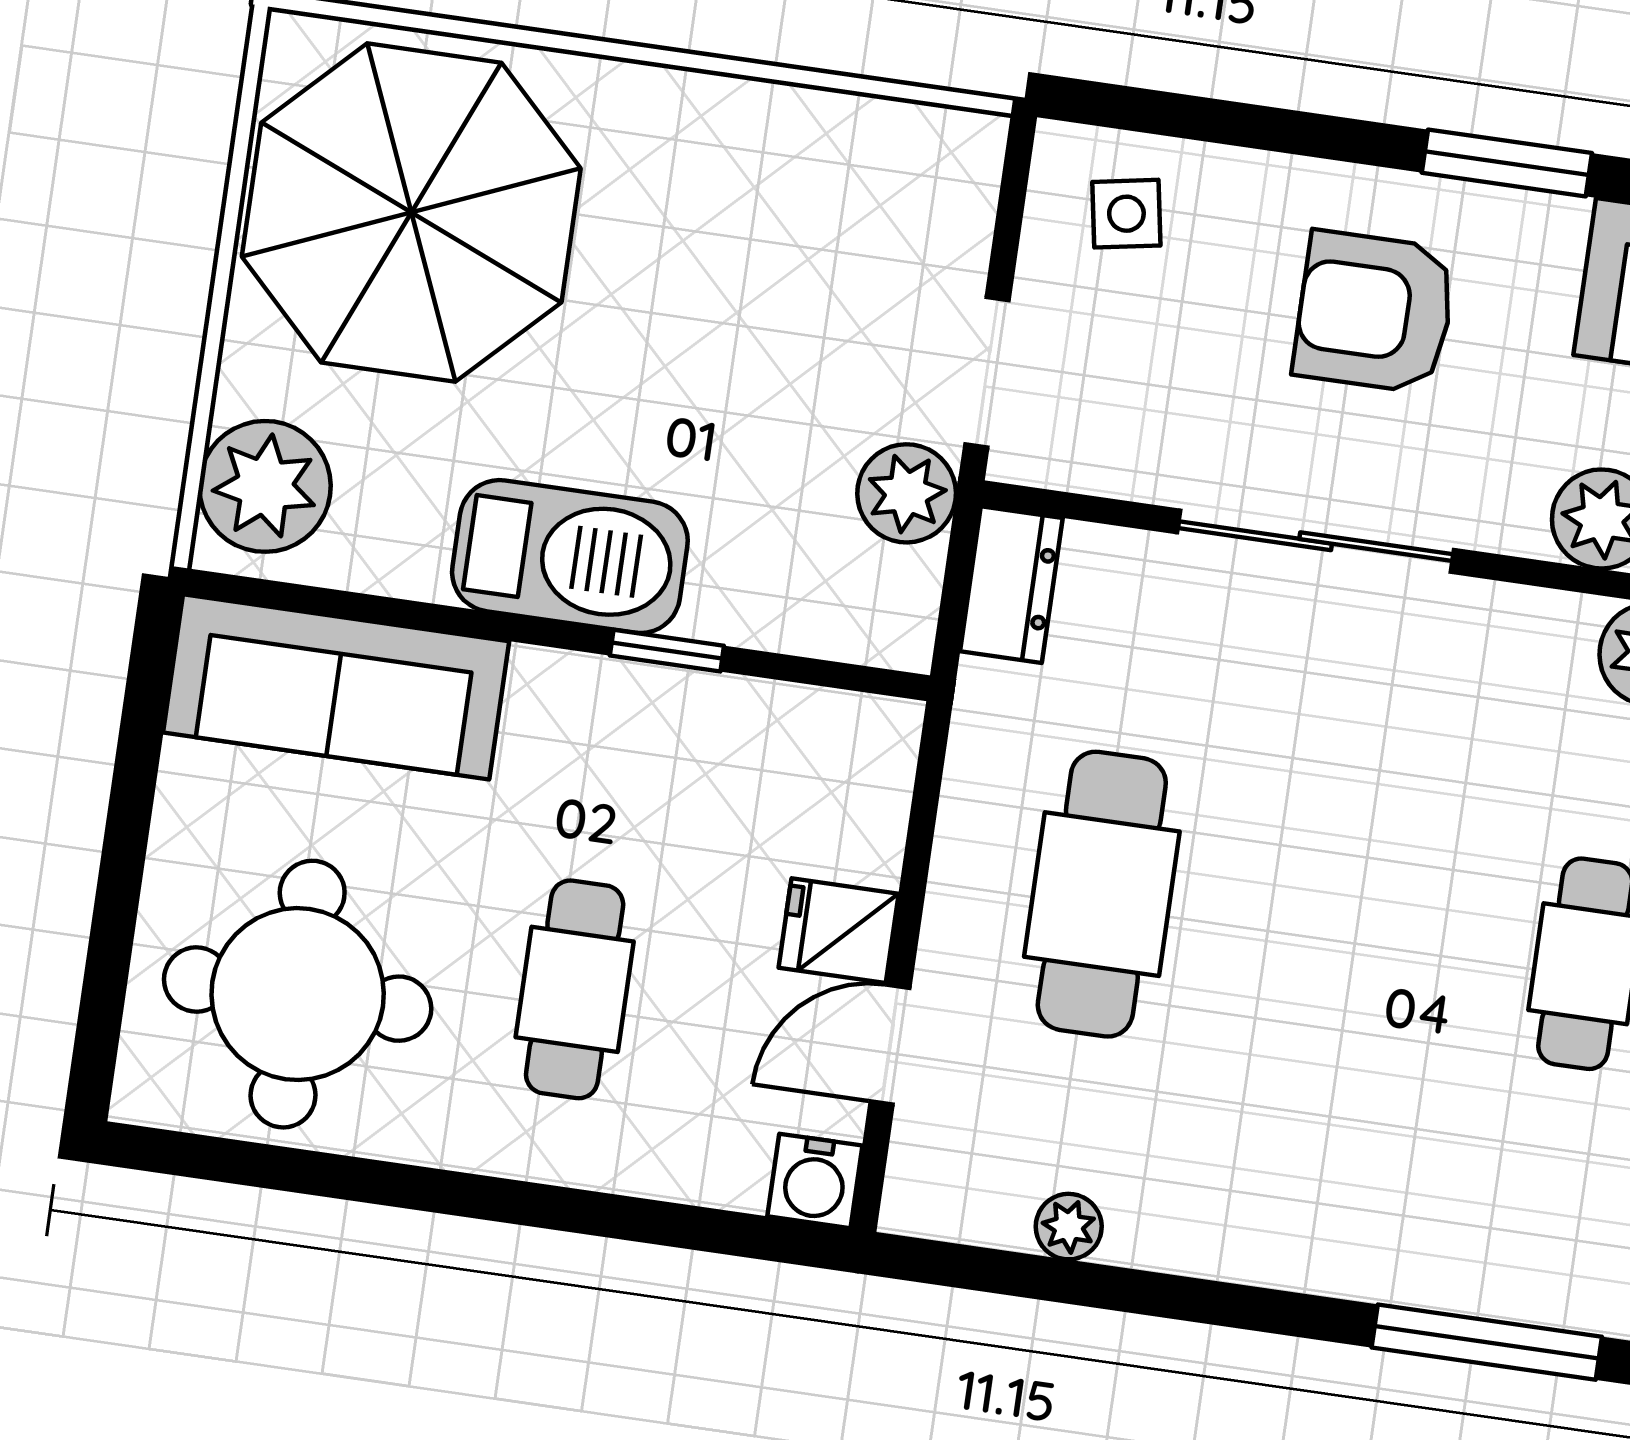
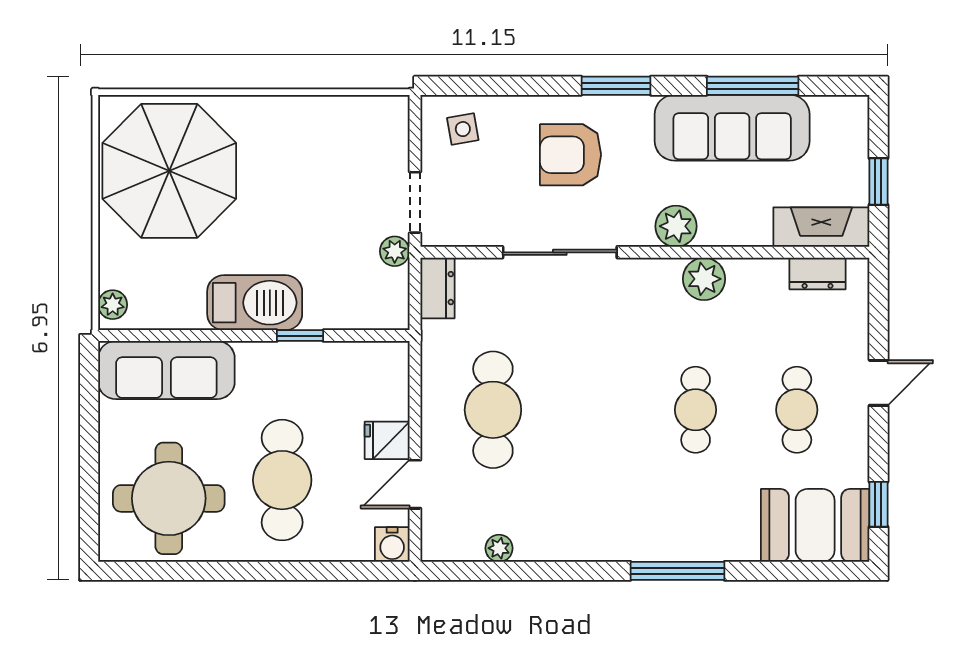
plant: (265, 486) -> (113, 305), width x0.53, depth x0.53
plant: (907, 493) -> (395, 251), width x0.73, depth x0.73
cafe table: (575, 989) -> (282, 480), width x1.37, depth x1.35

